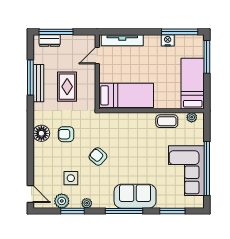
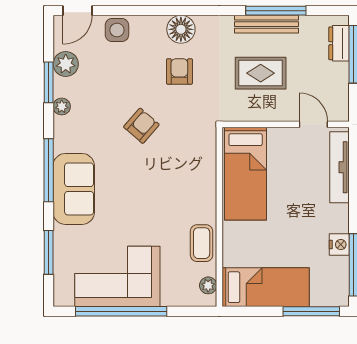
side table: (71, 178) -> (117, 30), moved

